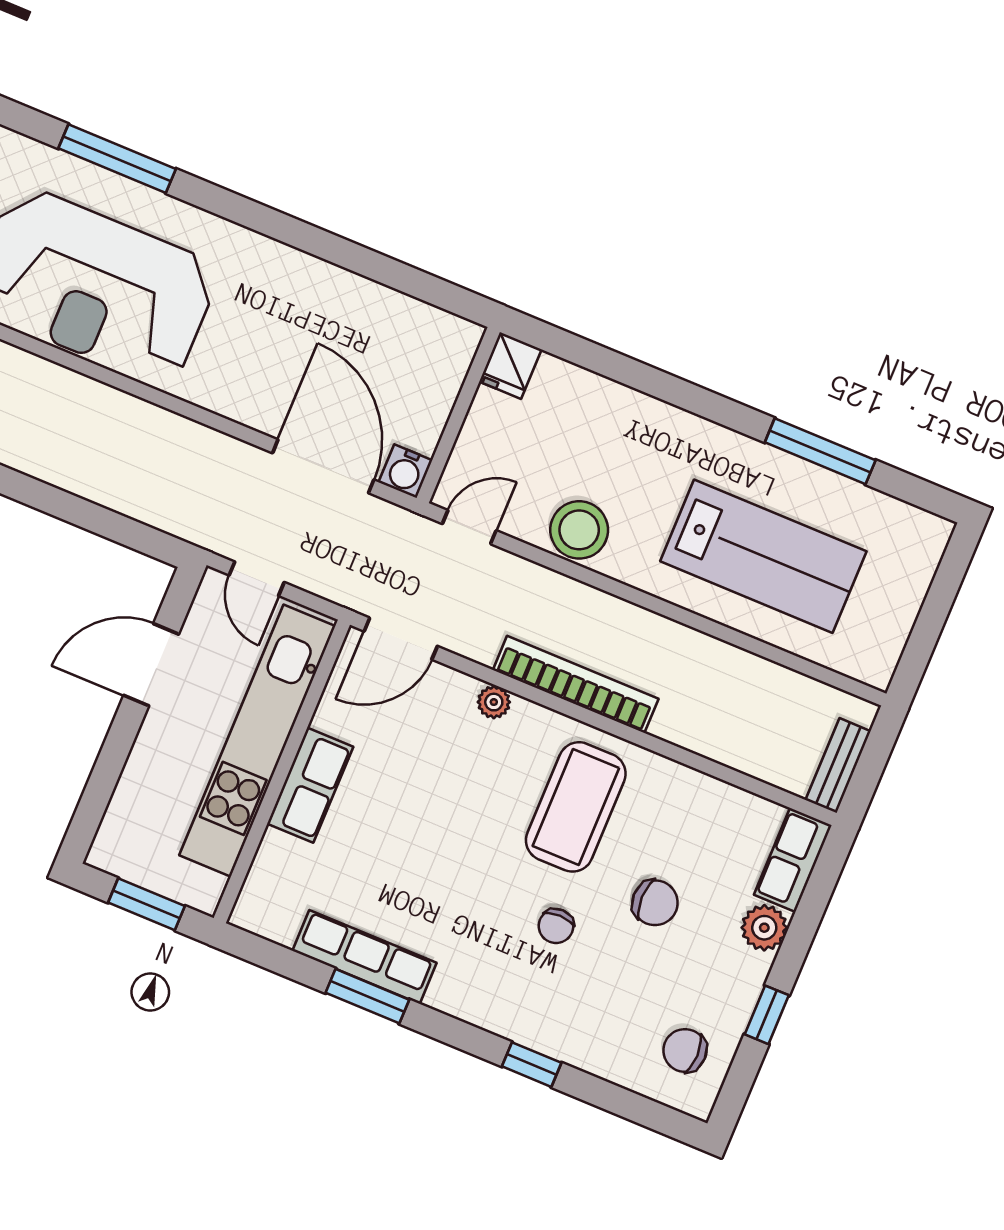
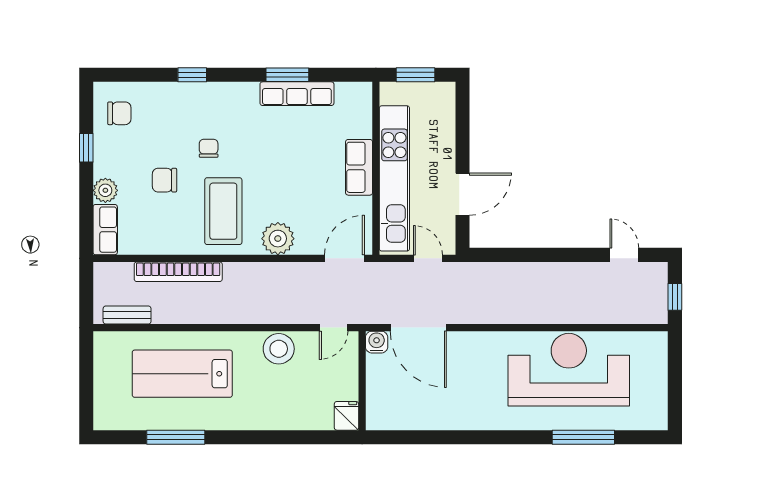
bookcase: (576, 684) -> (178, 272), moved
plant: (494, 702) -> (278, 239), width x1.88, depth x1.88
bench: (838, 766) -> (127, 315), moved, turned 90

